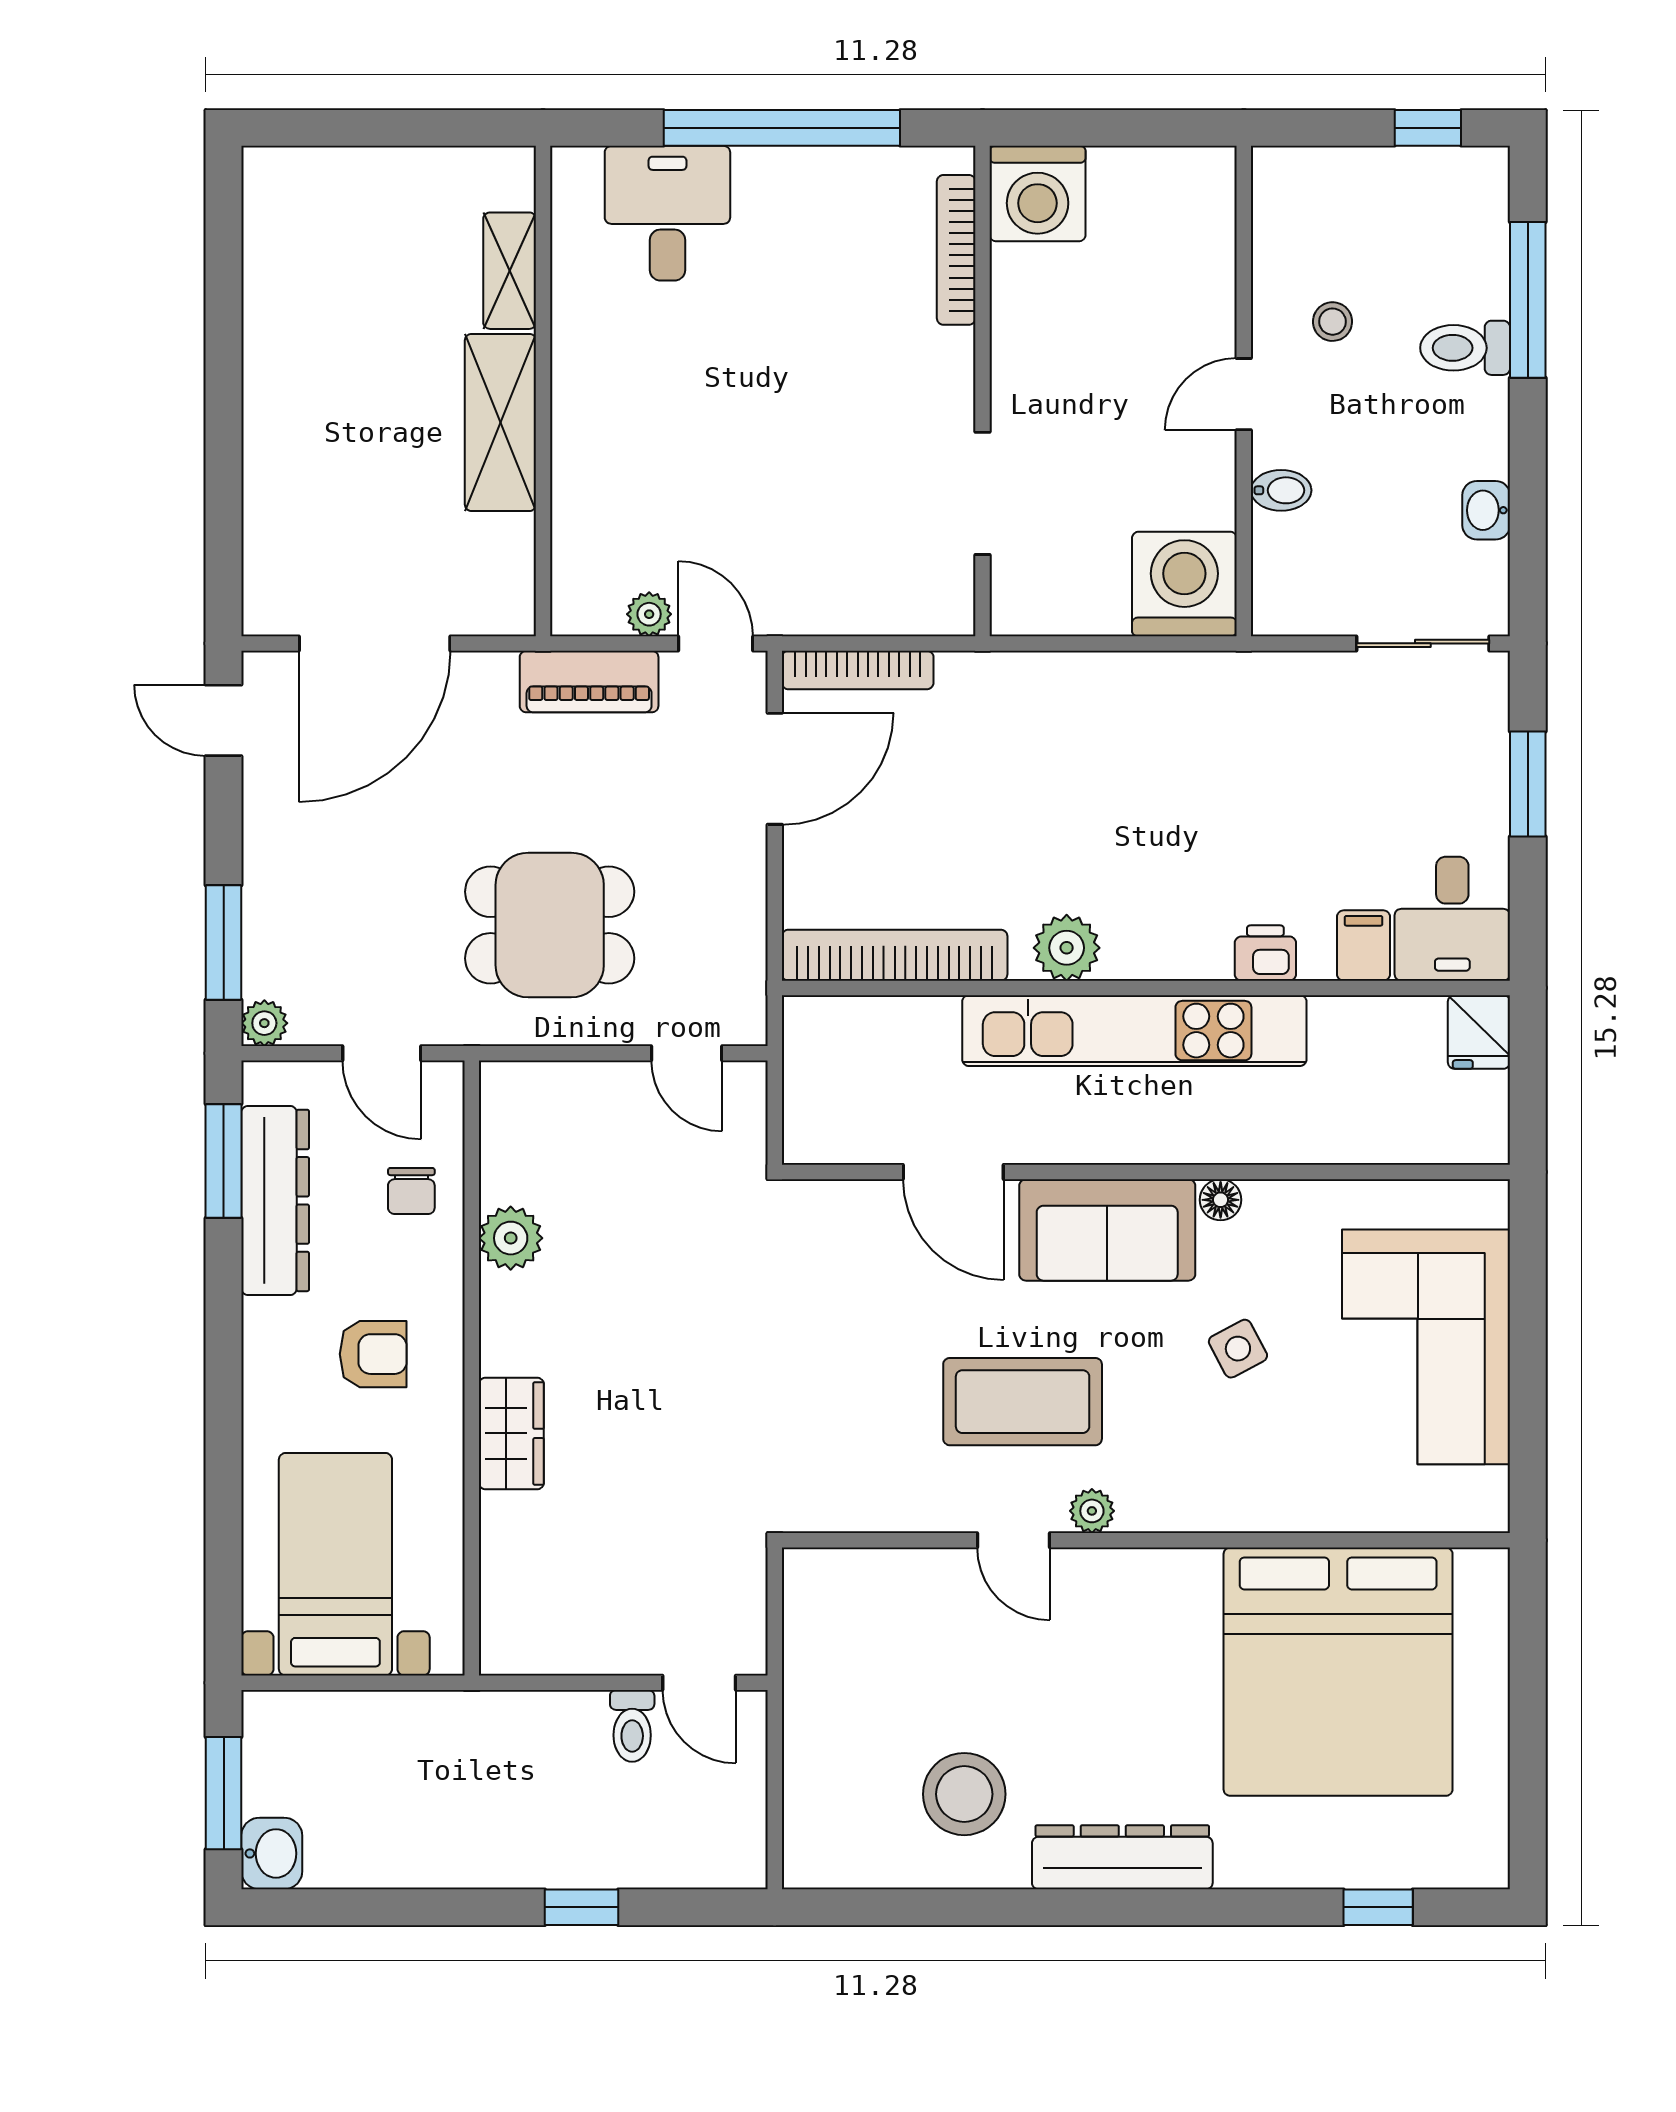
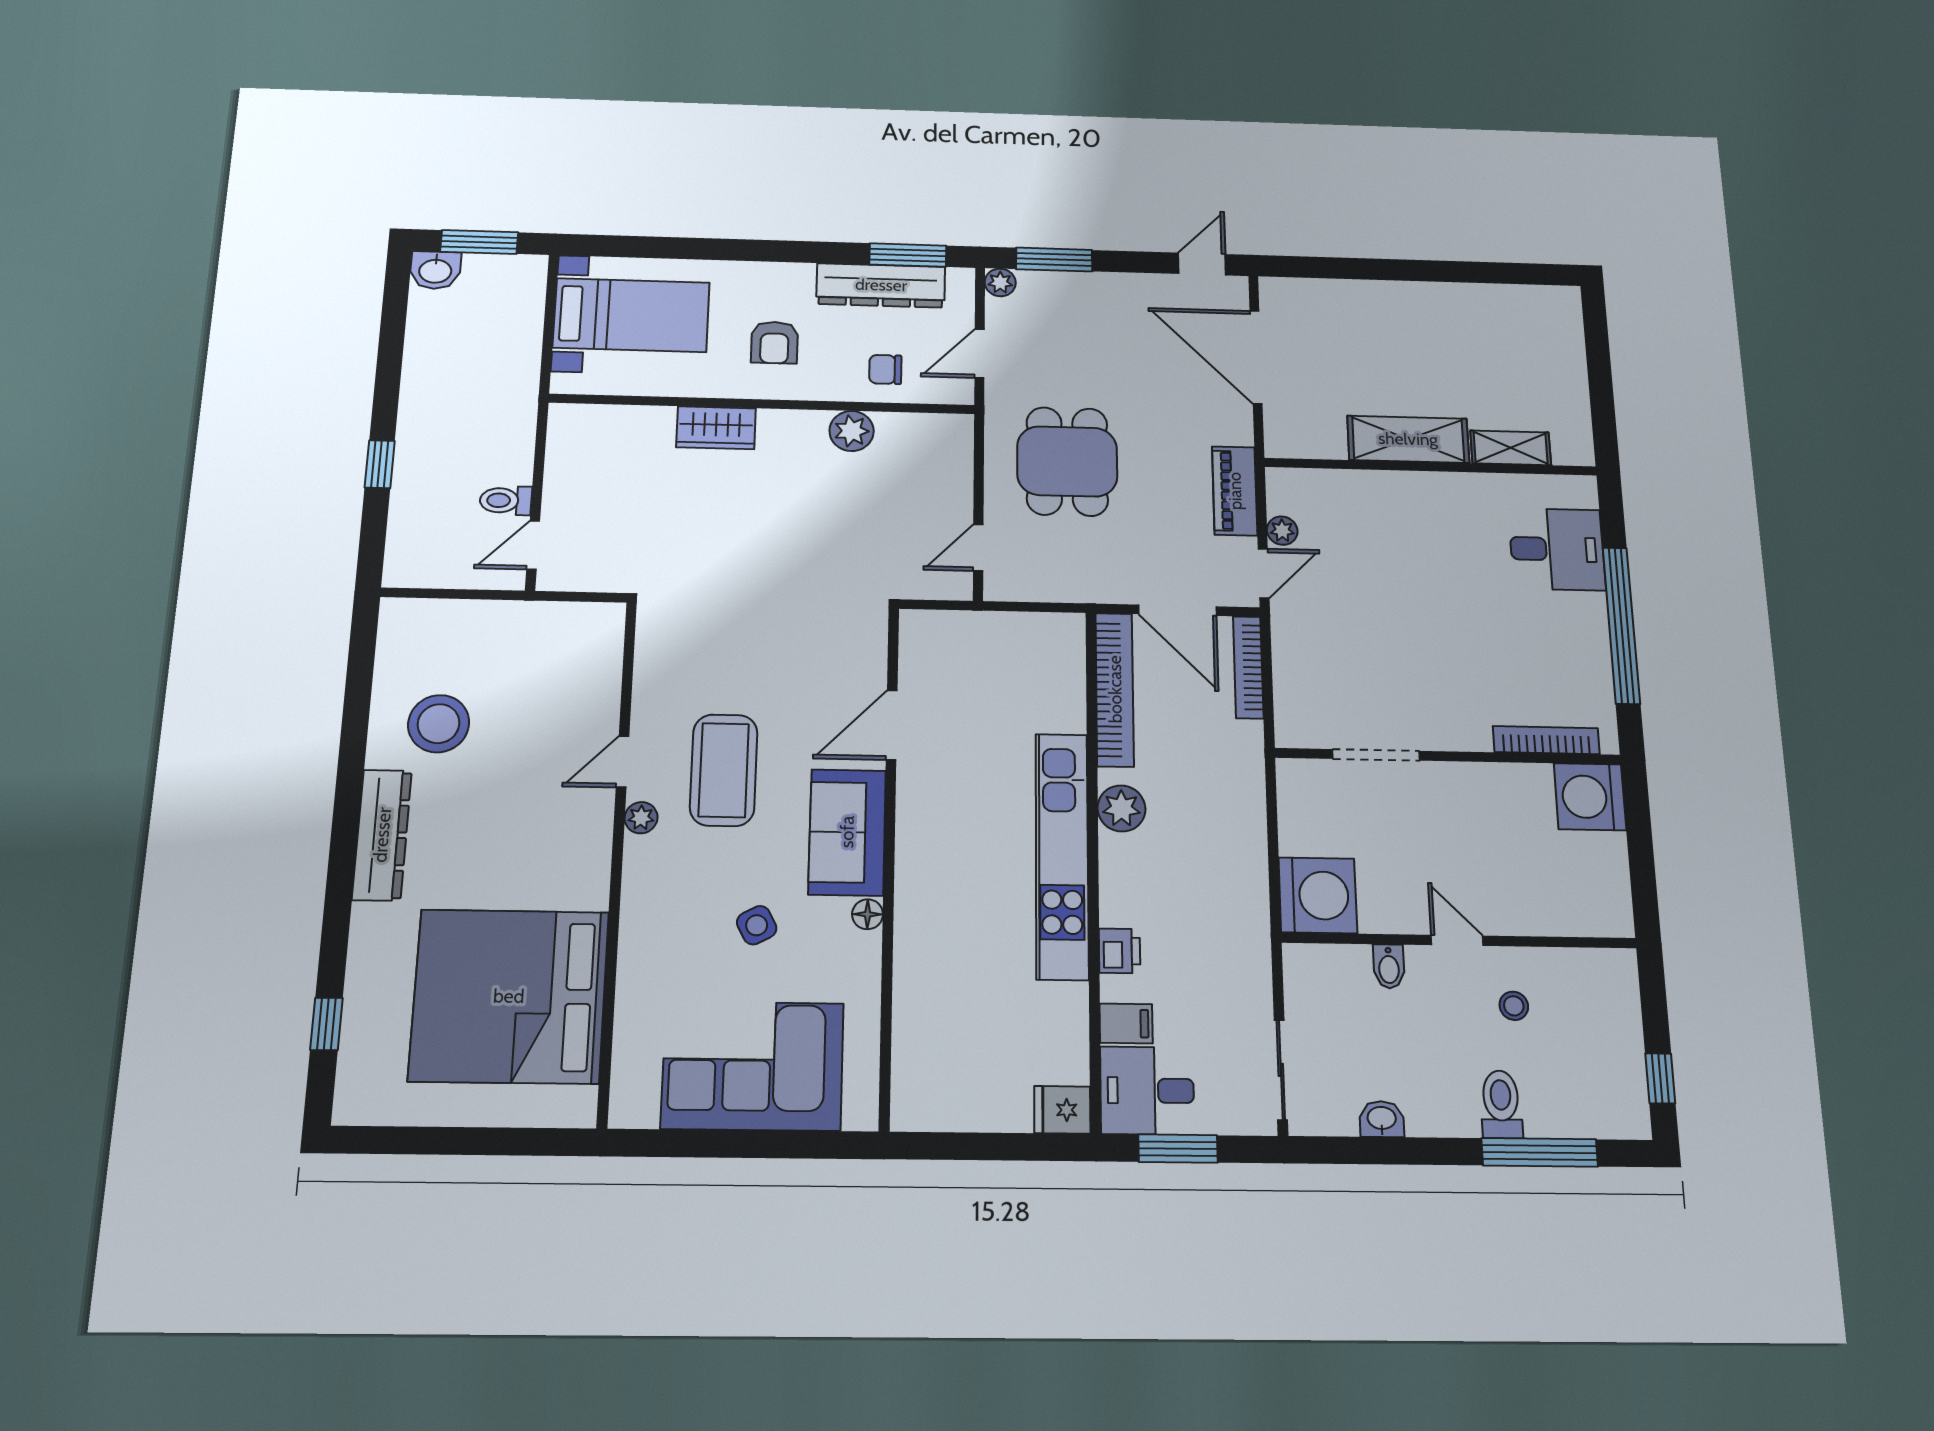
desk: (1452, 919) -> (1147, 1091), moved
filing cabinet: (1364, 946) -> (1126, 1023), moved
plant: (1067, 948) -> (1121, 808), moved
printer: (1265, 953) -> (1120, 951), moved
bookcase: (895, 955) -> (1115, 689), moved
wall: (1146, 988) -> (1093, 864), moved
kitchen unit: (1134, 1031) -> (1062, 855), moved
fridge: (1479, 1032) -> (1062, 1110), moved

